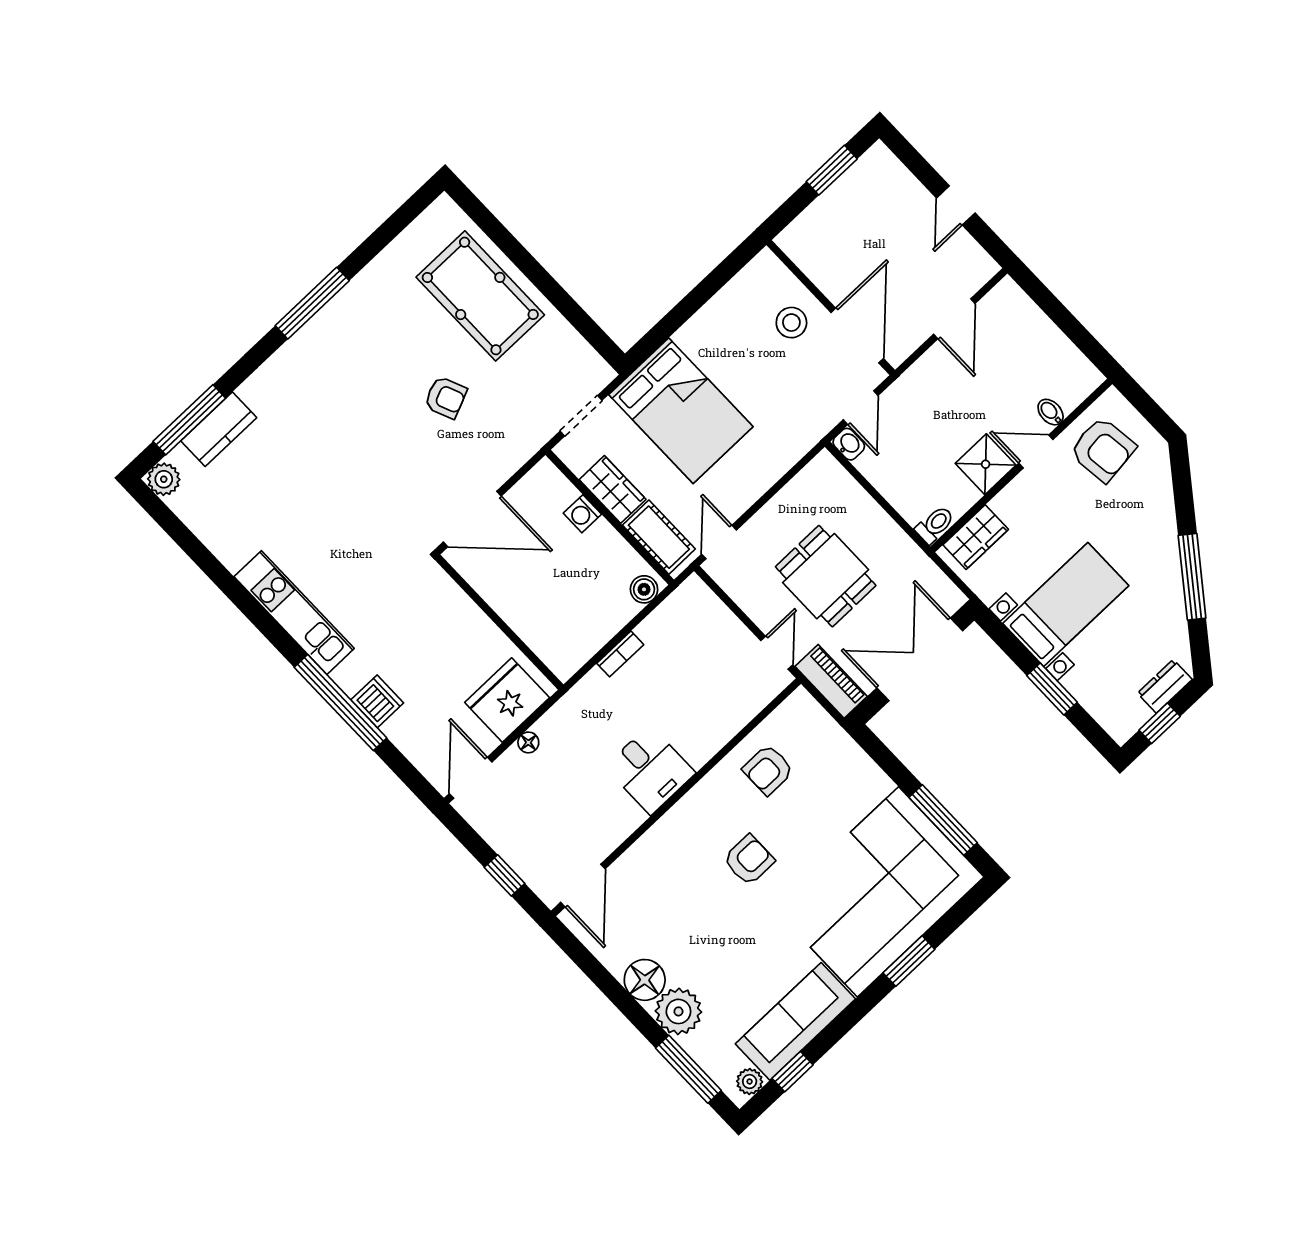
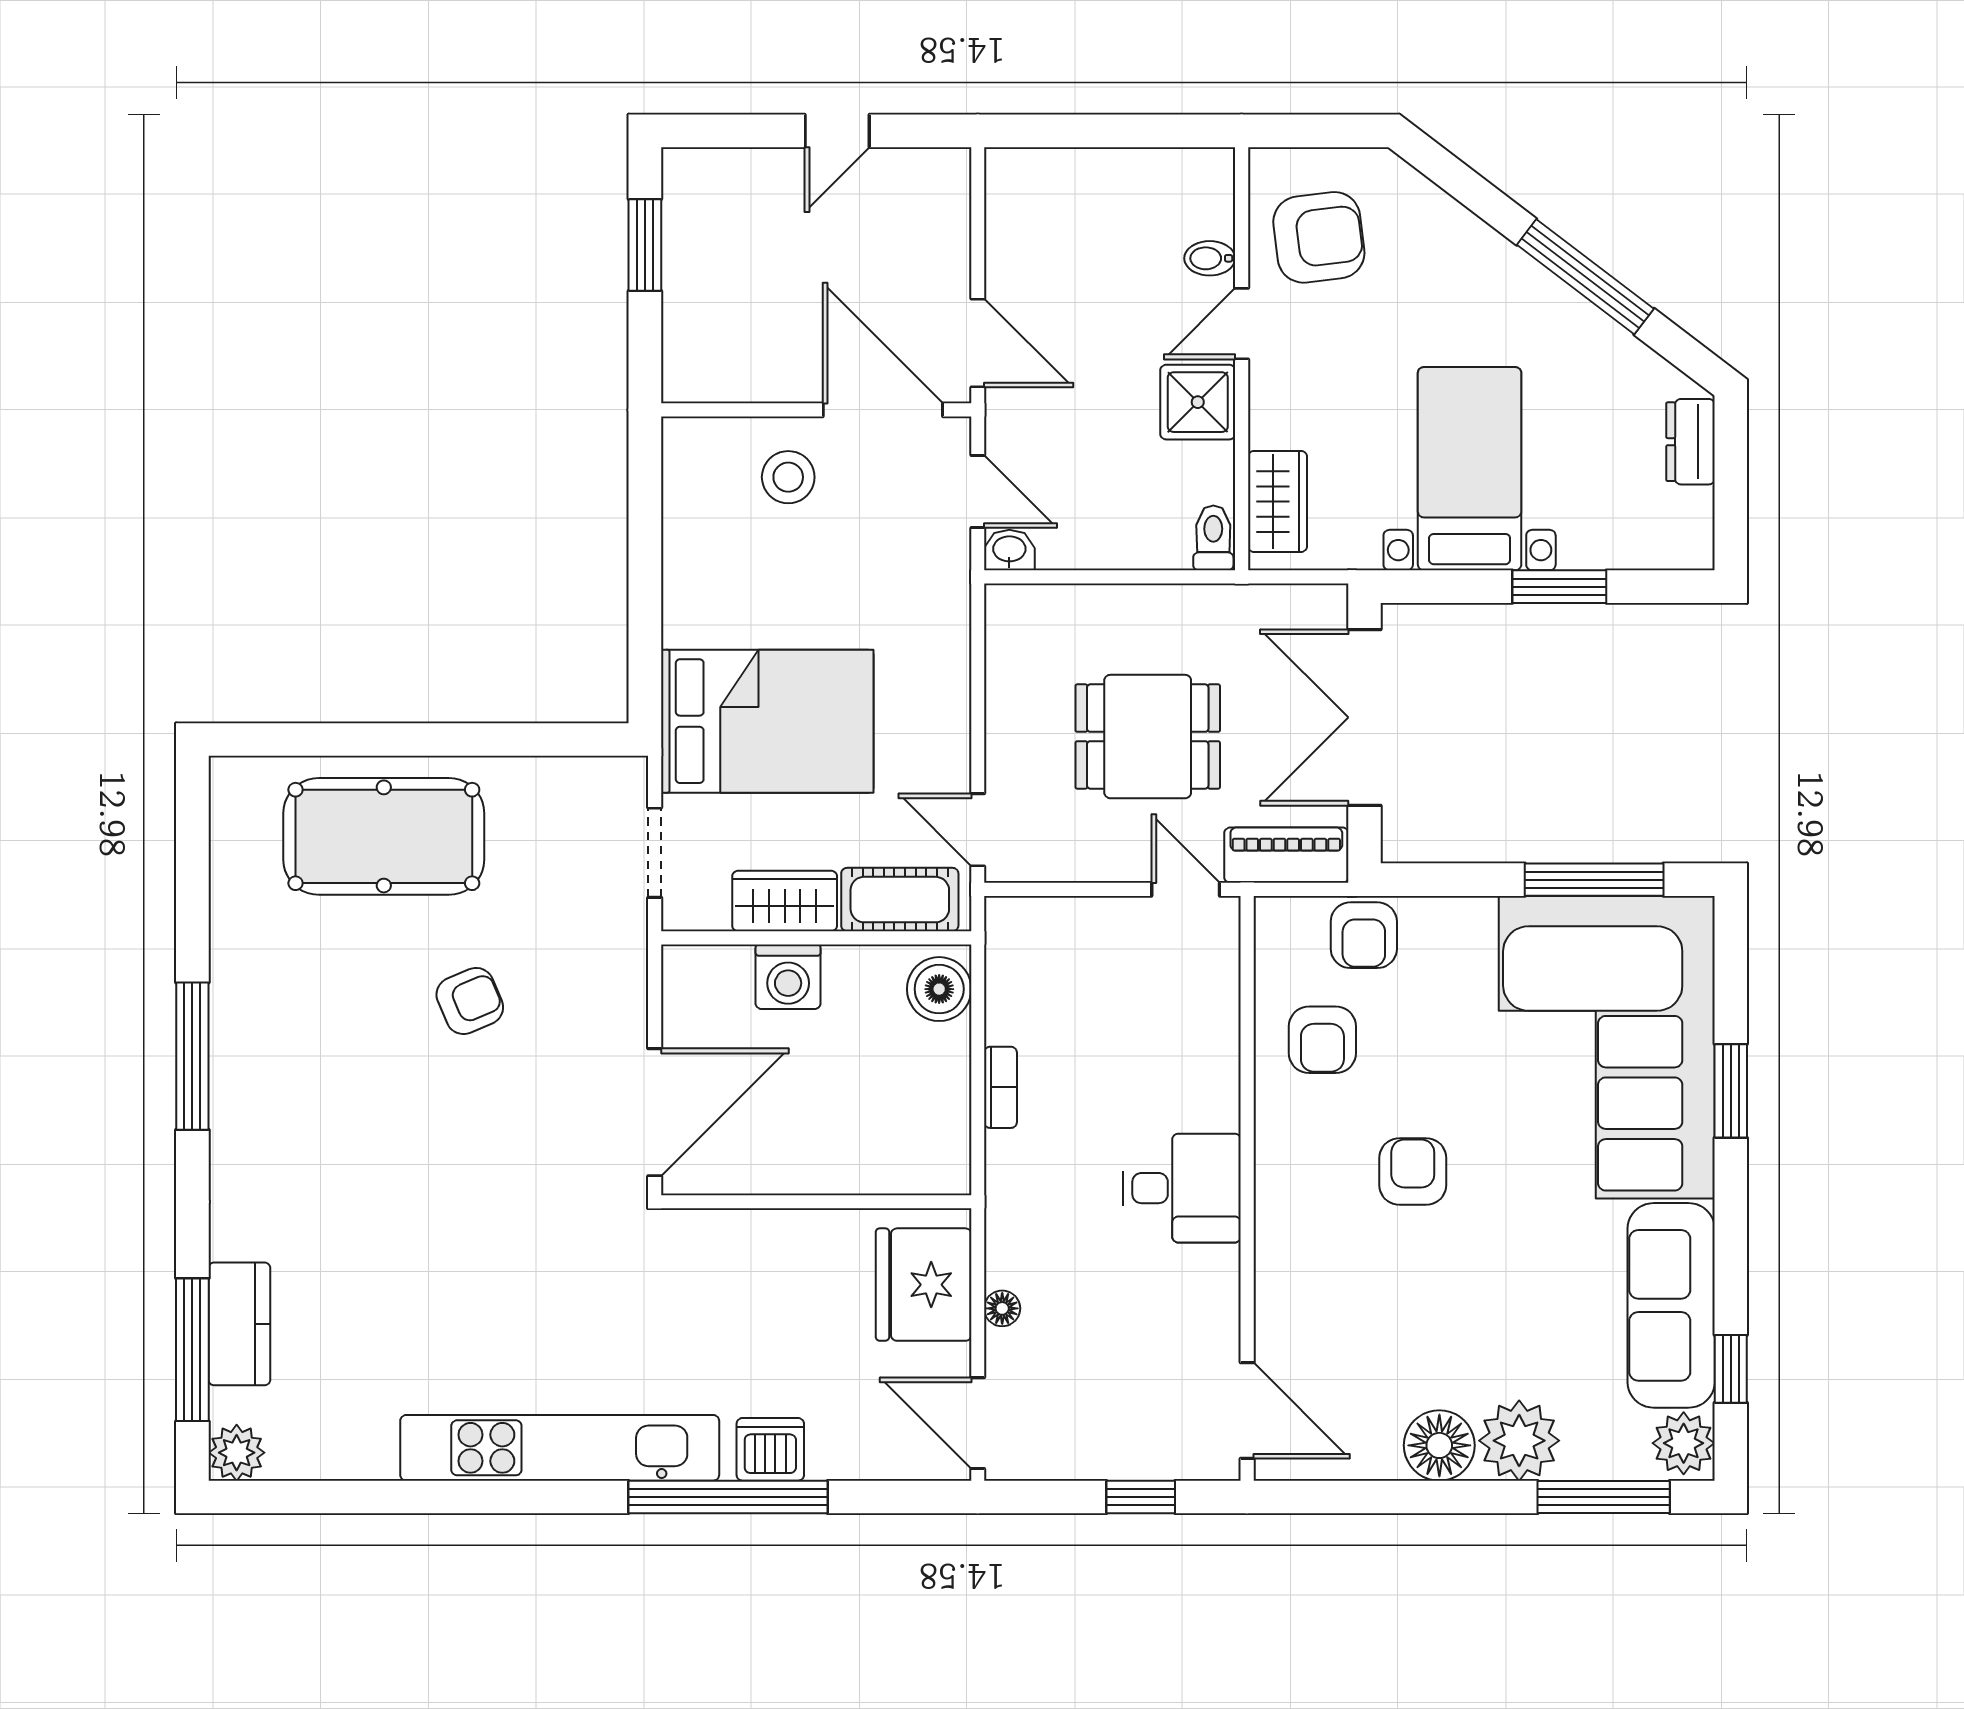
door: (956, 205) -> (837, 131), hinge flipped
door: (954, 319) -> (978, 343), moved
washing machine: (582, 514) -> (788, 977), width x1.38, depth x1.38
boiler: (644, 589) -> (939, 989), width x1.36, depth x1.36
kitchen unit: (294, 613) -> (560, 1448), width x1.36
window: (1160, 723) -> (1731, 492), removed
armchair: (828, 746) -> (1364, 935), added
plant: (750, 1082) -> (1684, 1443), width x1.38, depth x1.38

